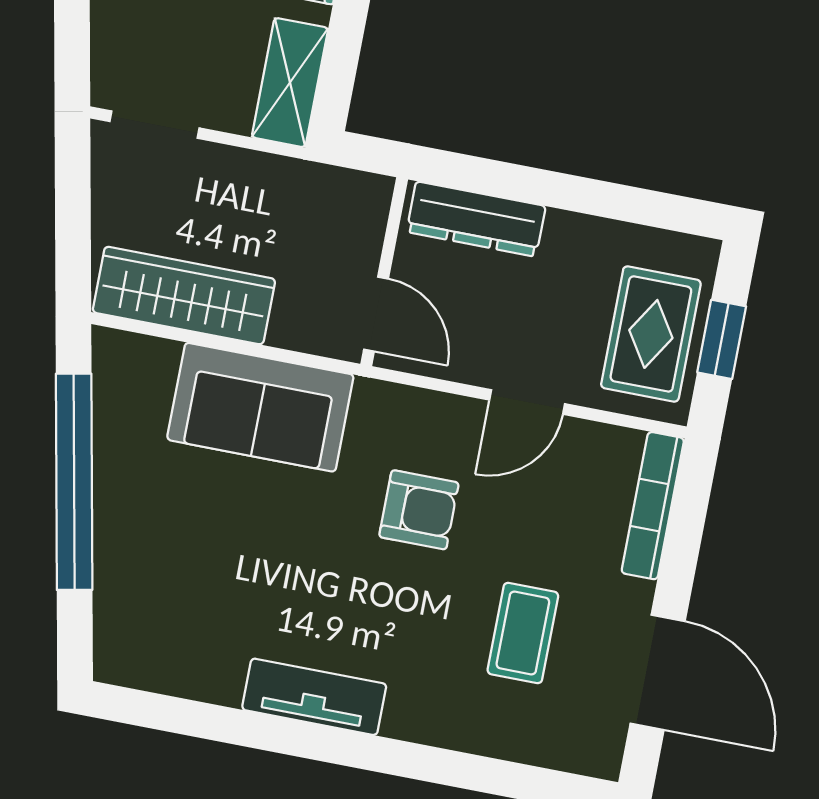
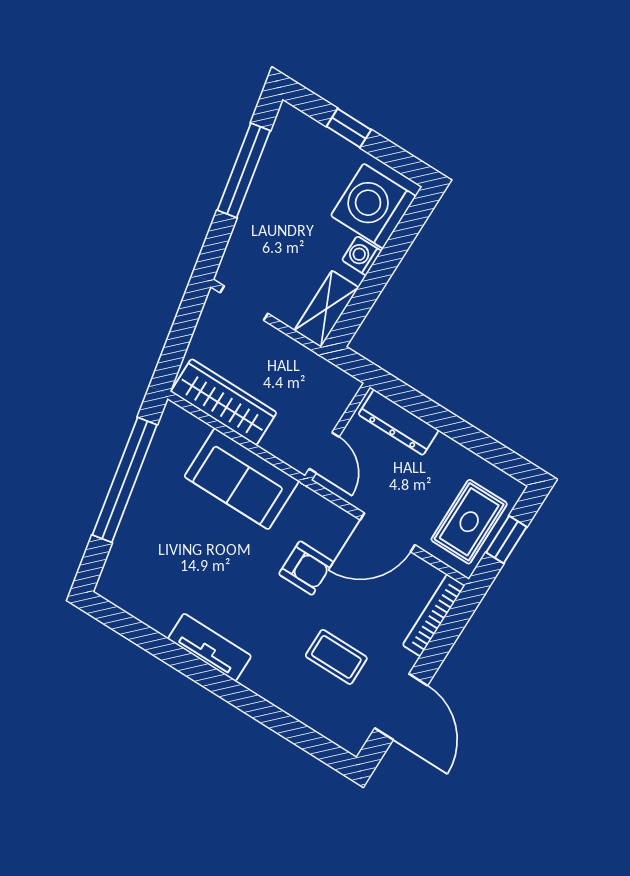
door: (527, 402) -> (388, 532), width x1.38
coffee table: (523, 633) -> (336, 657), turned 90

